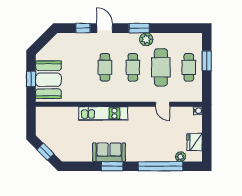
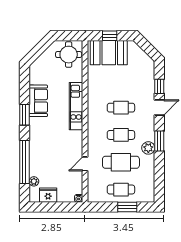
round table: (50, 121) -> (69, 55), added
window: (45, 152) -> (39, 50), removed
sofa: (109, 152) -> (38, 101), moved

